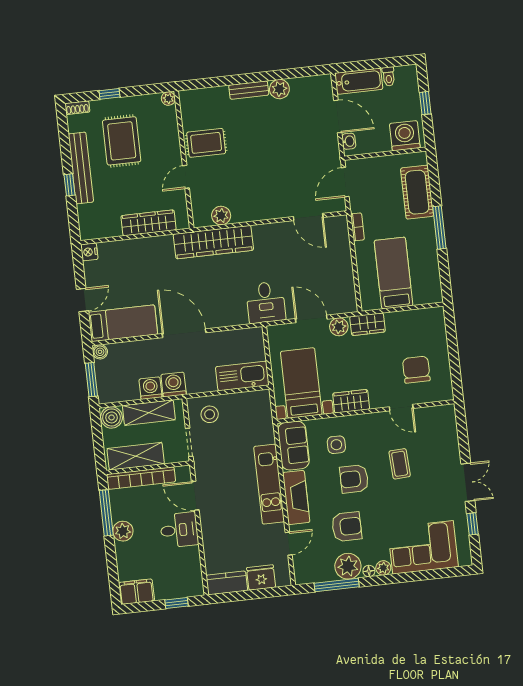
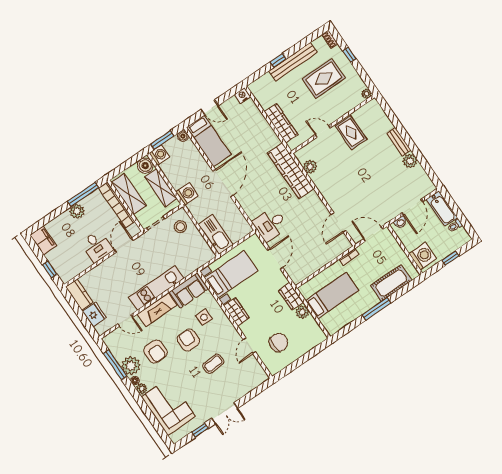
plant: (339, 327) -> (302, 312), moved
washing machine: (150, 388) -> (159, 155), moved

